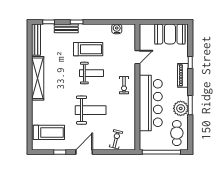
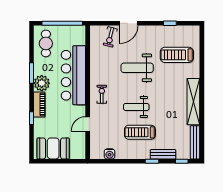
plant: (181, 108) -> (42, 83), moved
treadmill: (49, 132) -> (177, 55), moved
door: (84, 152) -> (129, 23), moved

